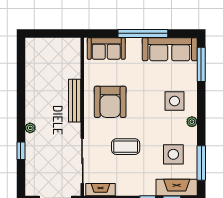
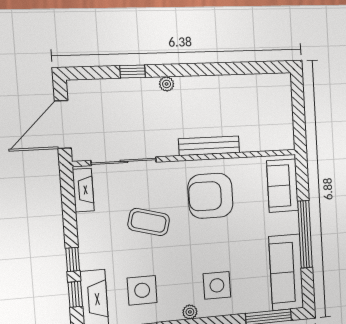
coffee table: (126, 147) -> (149, 222), turned -75

